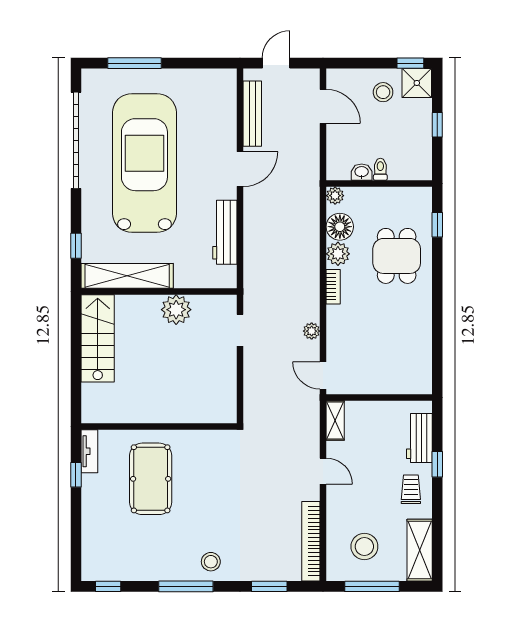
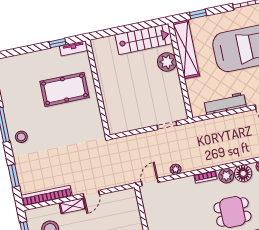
plant: (176, 310) -> (167, 62), moved
shelving: (335, 421) -> (72, 206), moved

